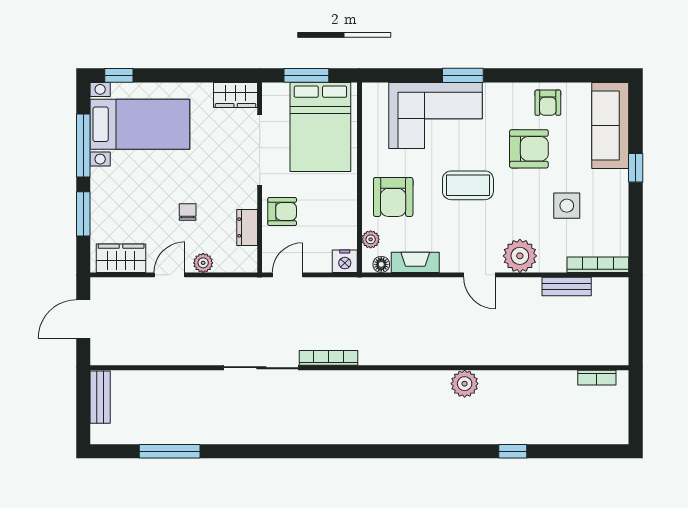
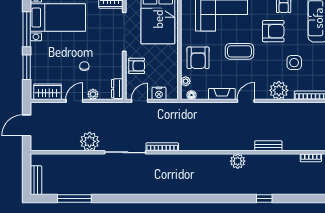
dresser: (247, 227) -> (117, 89), moved
plant: (520, 256) -> (279, 90), moved
nightstand: (345, 261) -> (159, 93), moved
fireplace: (415, 262) -> (222, 94), moved
door: (479, 275) -> (246, 101), swing flipped
bench: (567, 287) -> (268, 146), moved
plant: (197, 348) -> (90, 141), added
bench: (100, 397) -> (36, 180), moved

